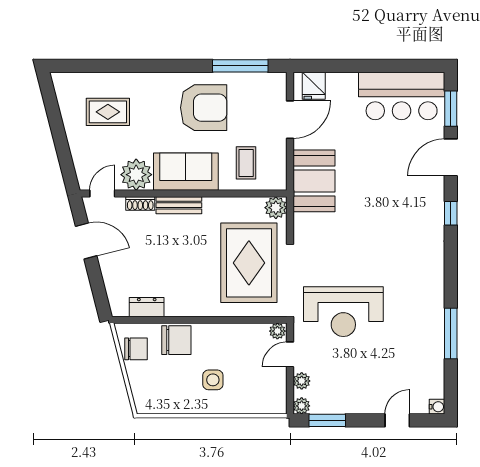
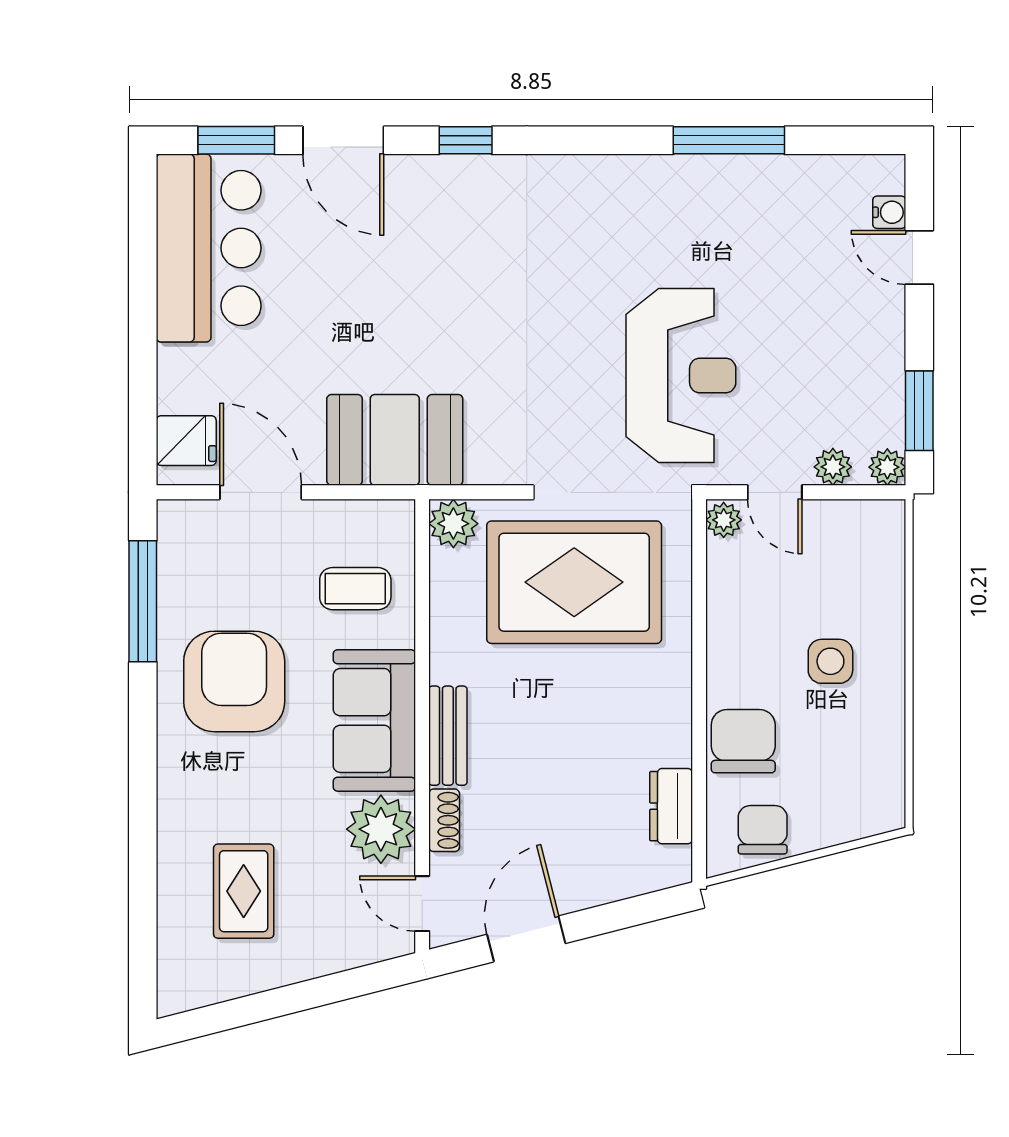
water cooler: (437, 407) -> (889, 212), moved, turned 90

